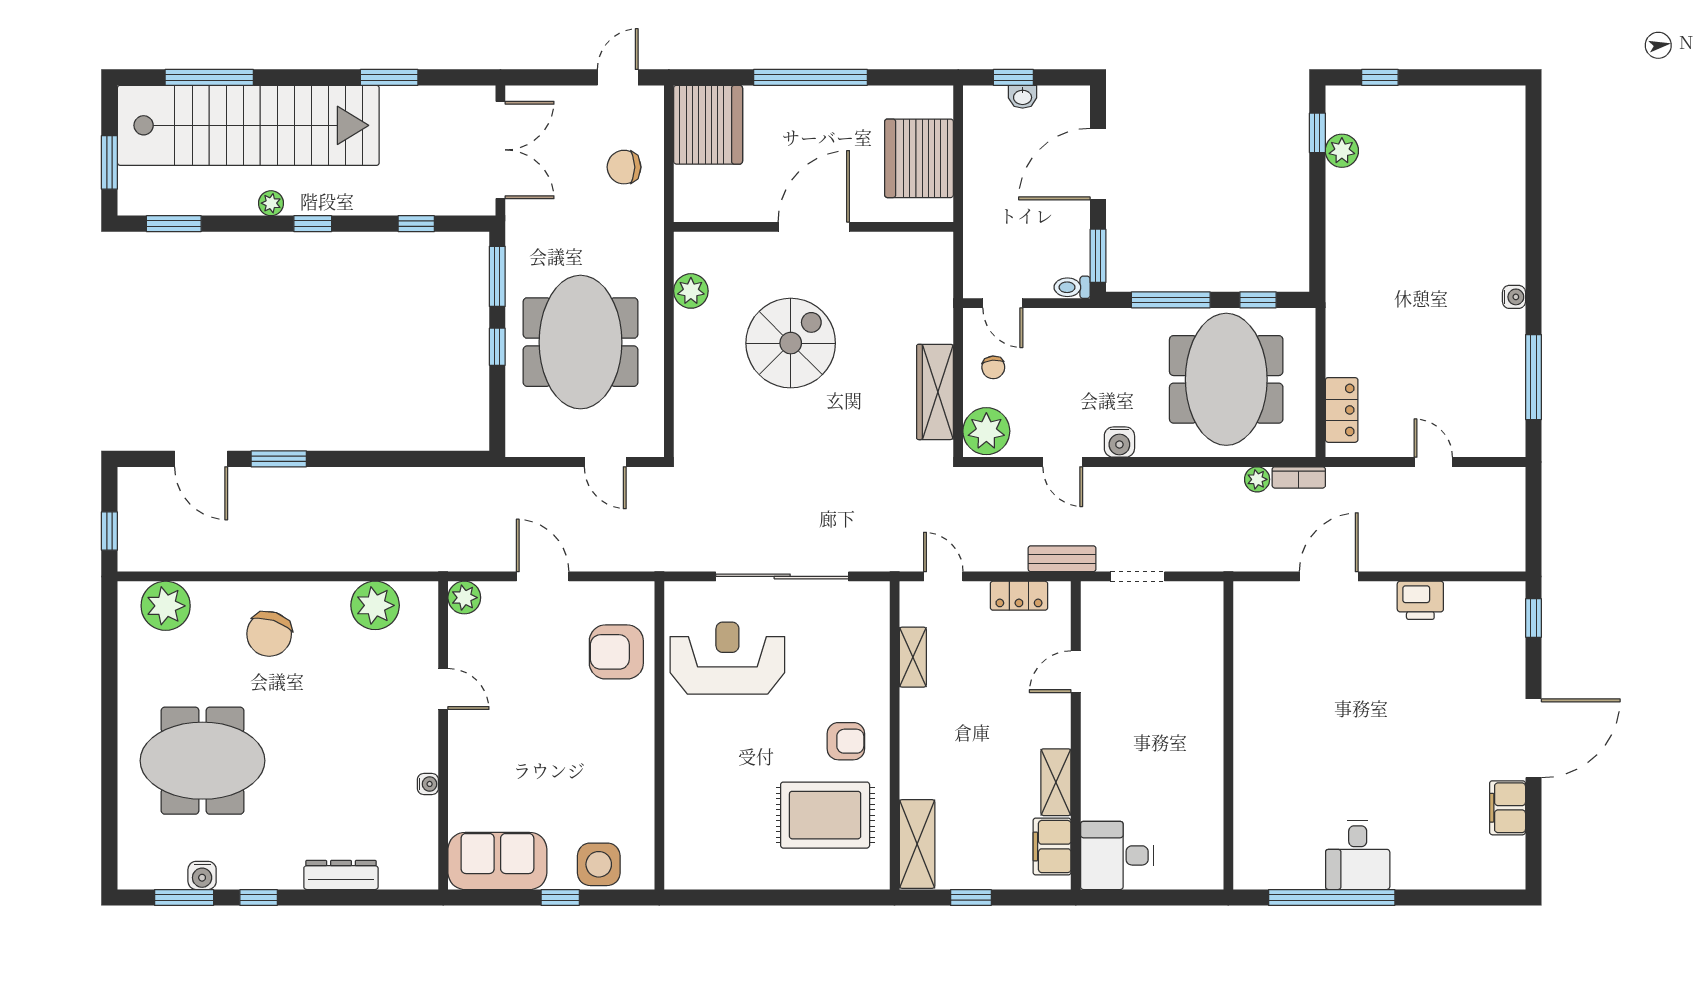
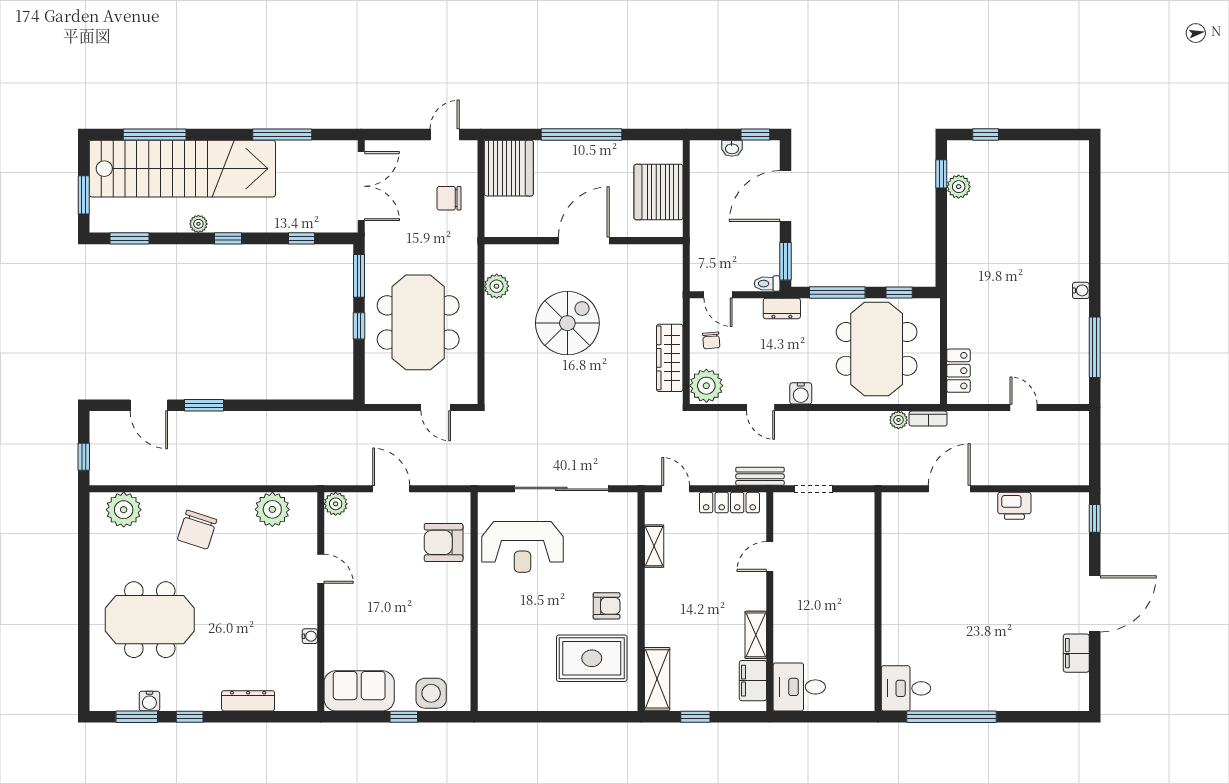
window: (389, 77) -> (282, 135), width x1.44
window: (1013, 77) -> (755, 135), moved
dresser: (1093, 322) -> (782, 309), added
locker: (1019, 596) -> (729, 503), width x1.53
reception desk: (727, 658) -> (522, 547), turned 180
desk: (1358, 855) -> (906, 688), moved, turned 90

